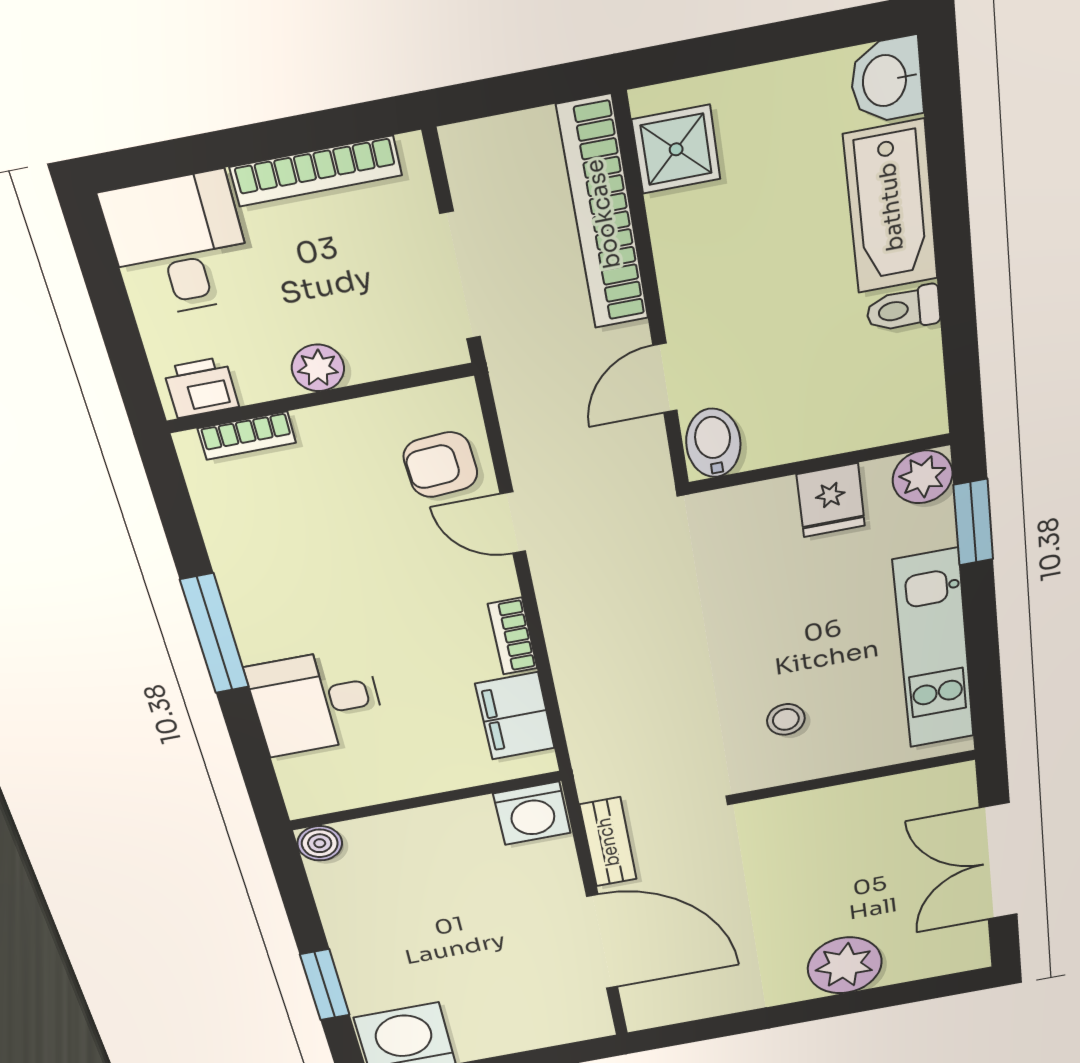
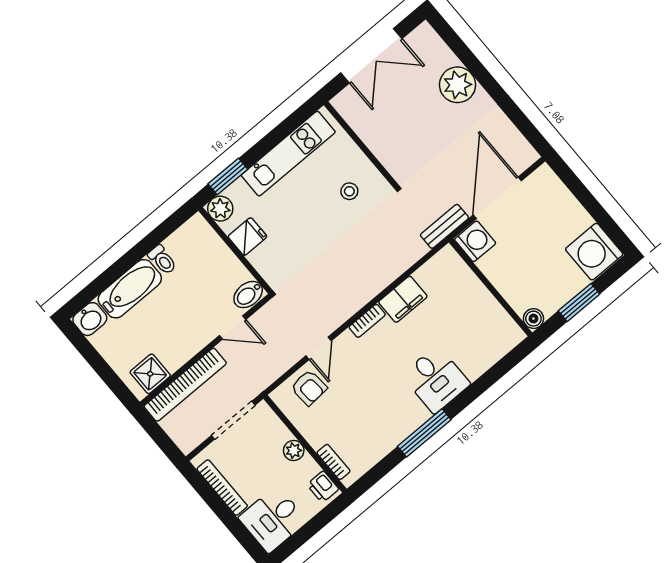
wall: (426, 801) -> (491, 288), moved
washing machine: (532, 813) -> (475, 241), moved
boiler: (320, 843) -> (533, 319), moved

